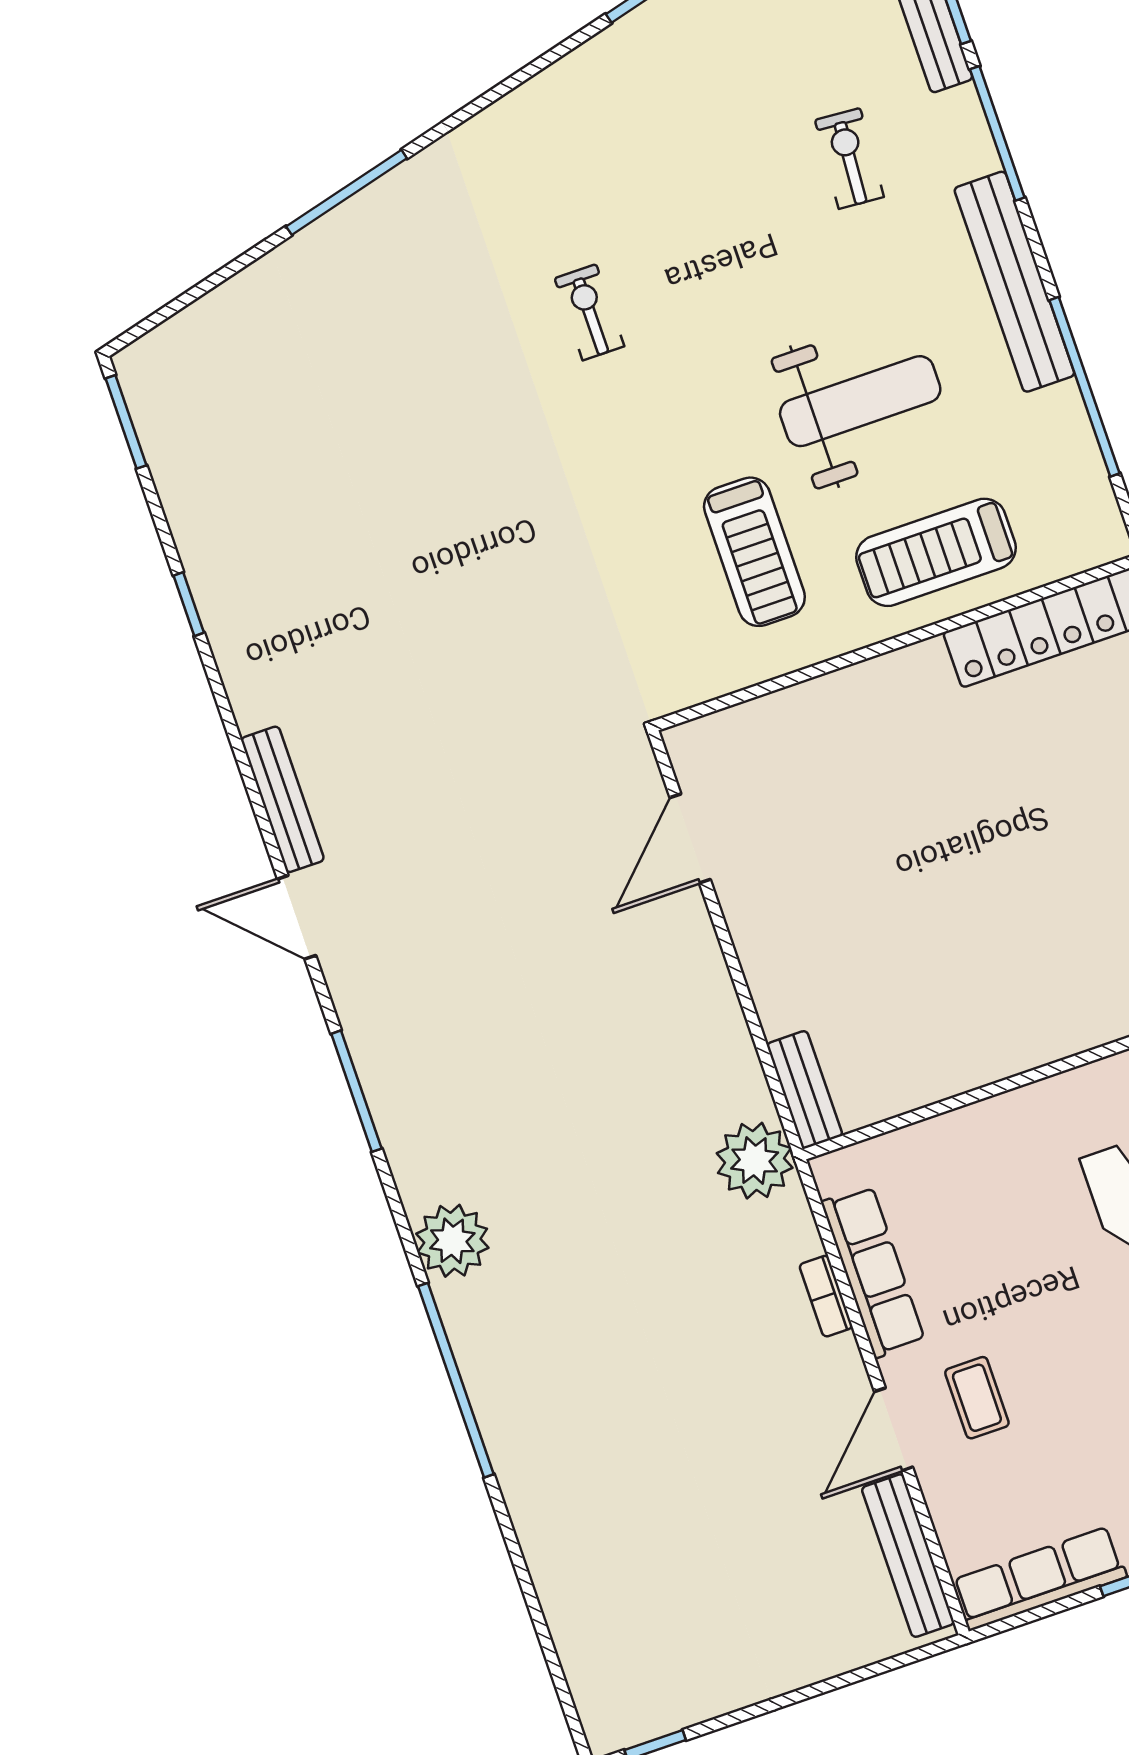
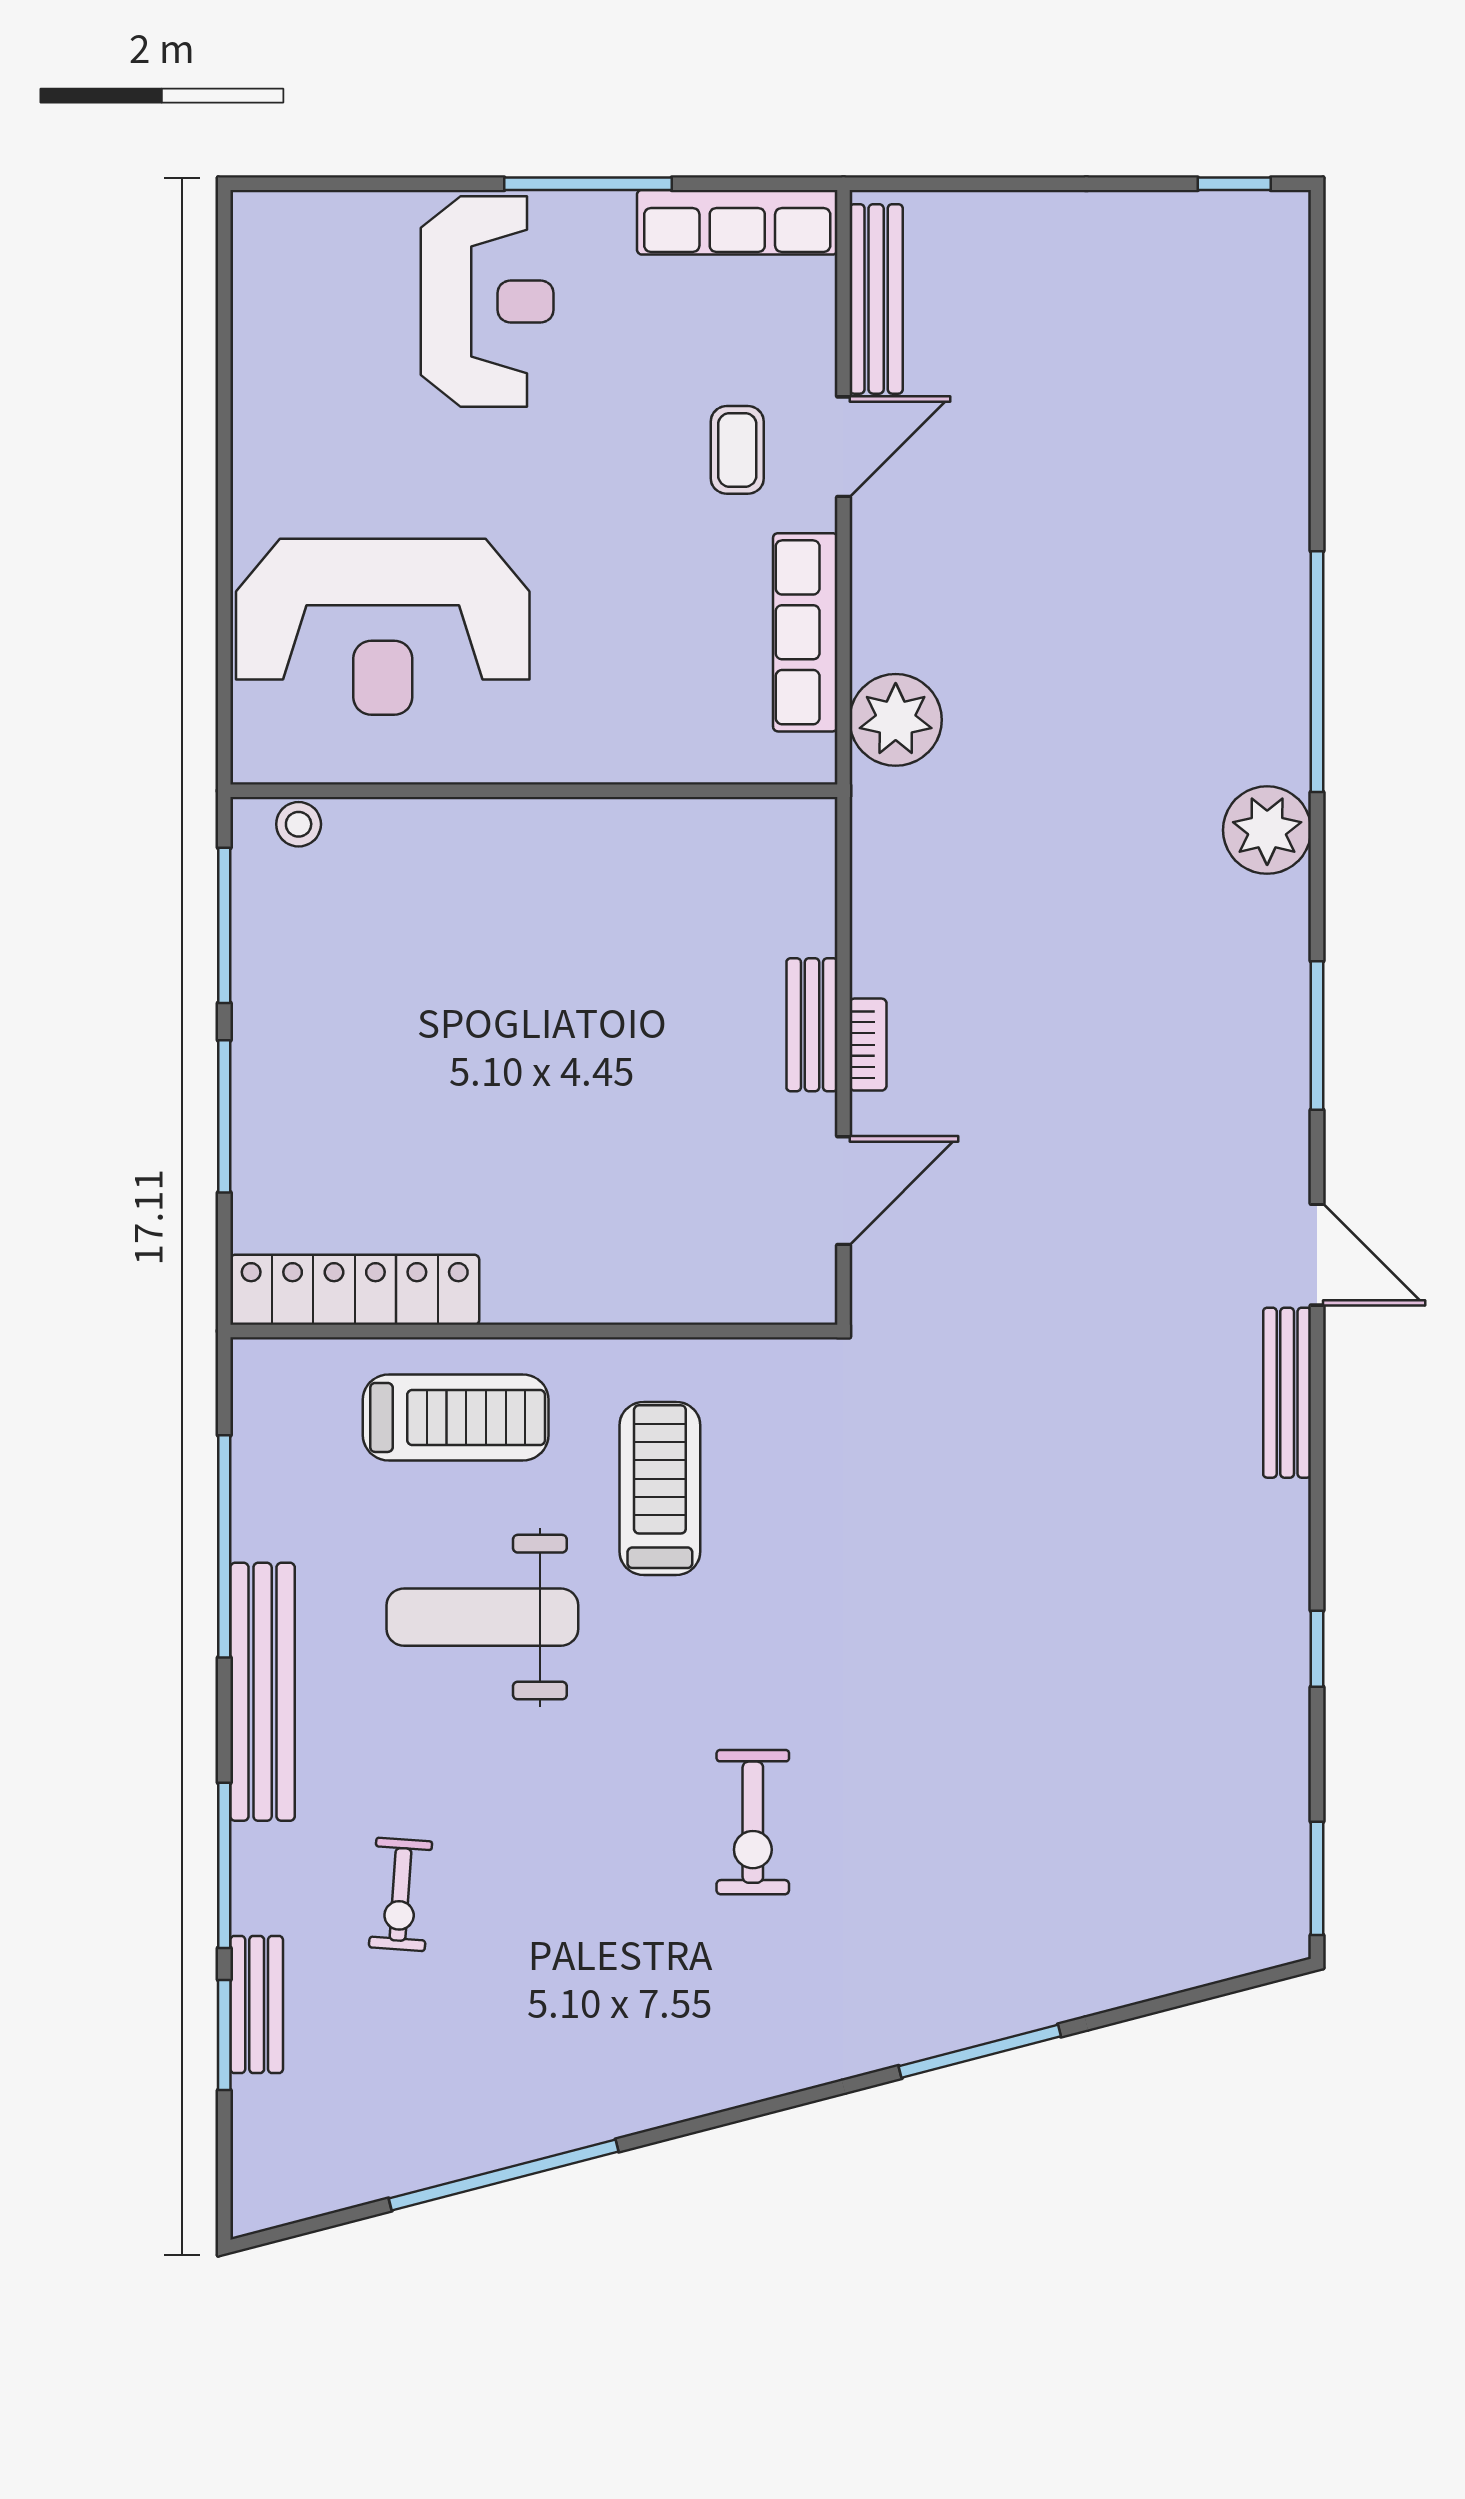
exercise bike: (589, 312) -> (753, 1822), width x1.38, depth x1.39
bench: (805, 1090) -> (812, 1025), moved
plant: (755, 1161) -> (896, 720), moved
bookcase: (826, 1296) -> (868, 1045), moved

